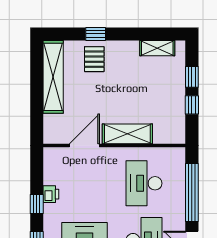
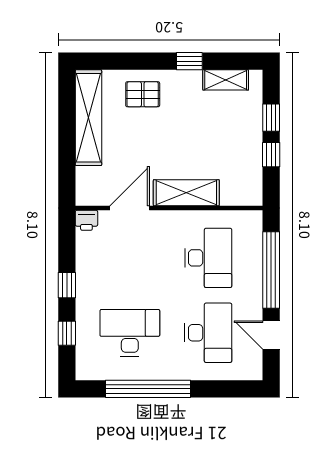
window: (96, 34) -> (189, 61), moved
pallet: (94, 59) -> (143, 94), turned 90
desk: (144, 183) -> (208, 258), turned 180
printer: (51, 194) -> (86, 220), moved, turned 90

